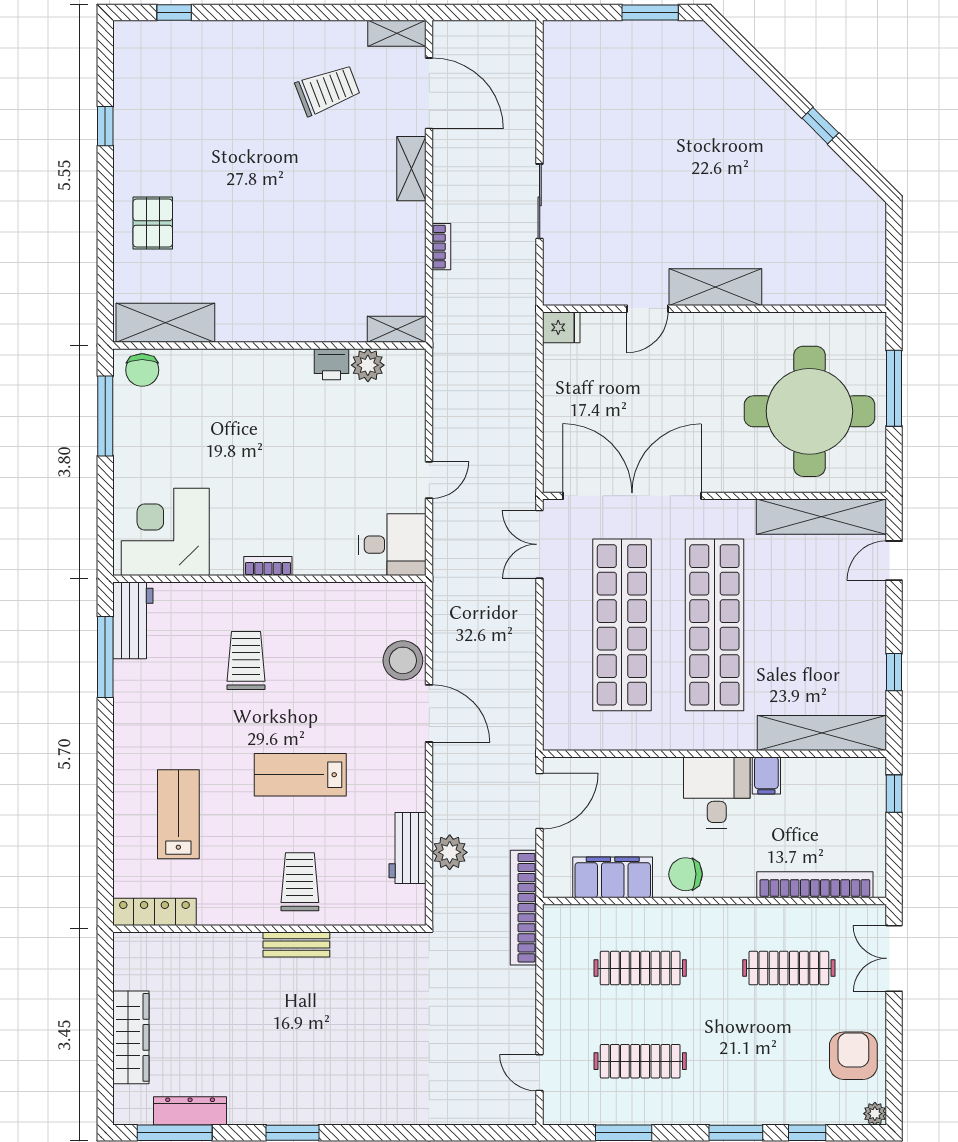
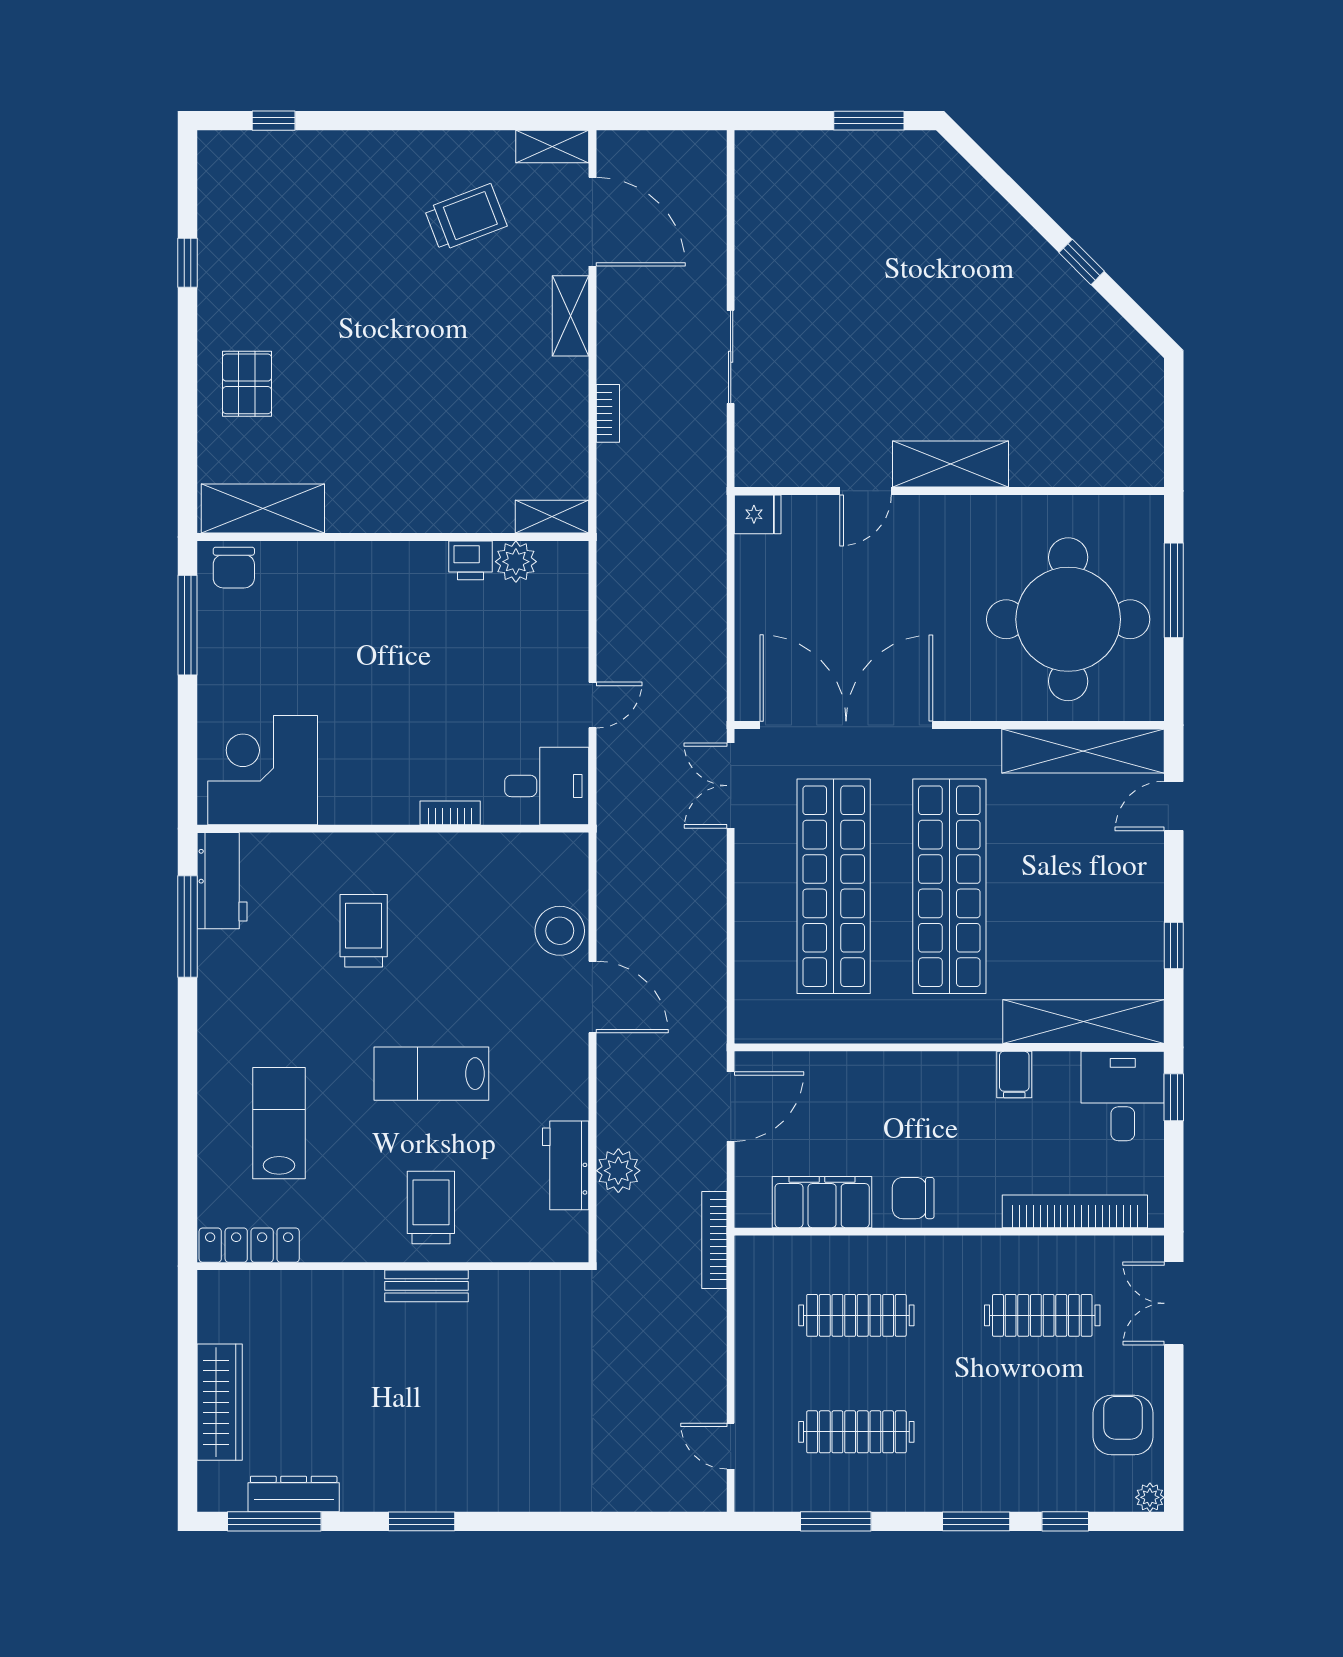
bookcase: (268, 566) -> (450, 813), moved
desk: (717, 793) -> (1123, 1096), moved
bookcase: (523, 908) -> (714, 1240), width x0.68, depth x0.76

